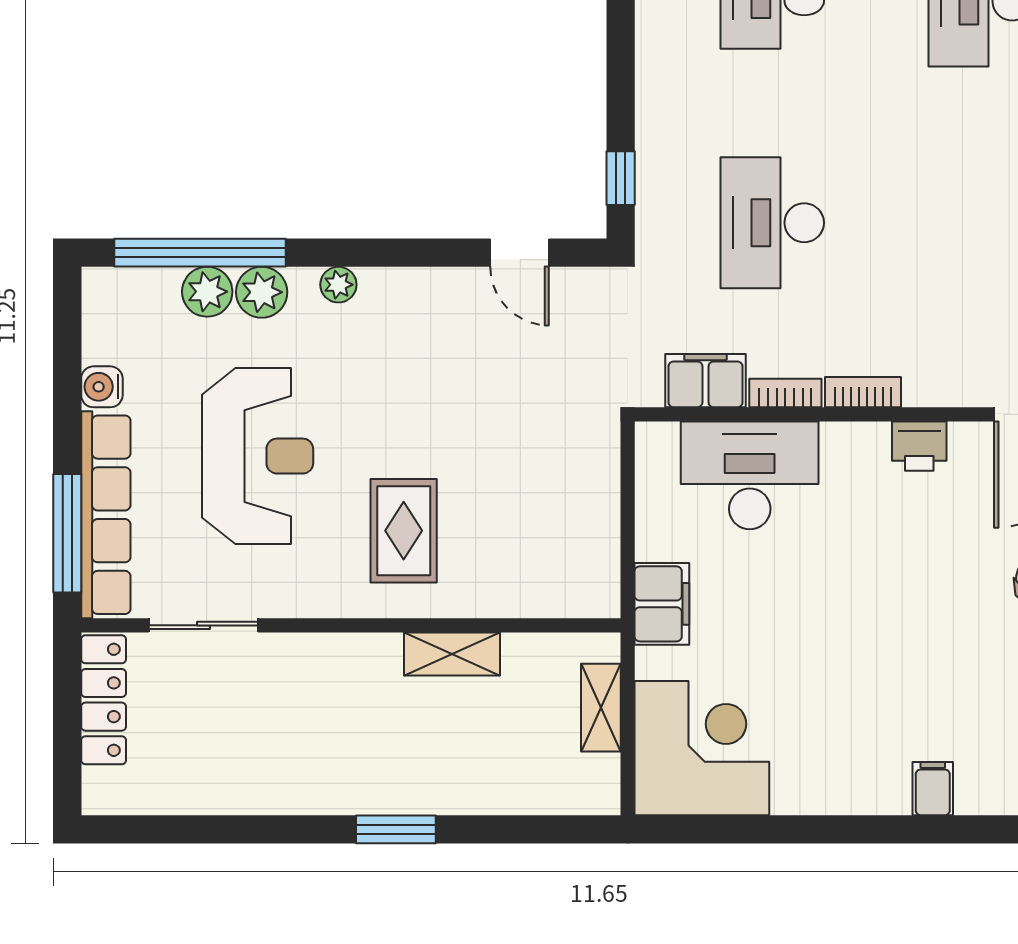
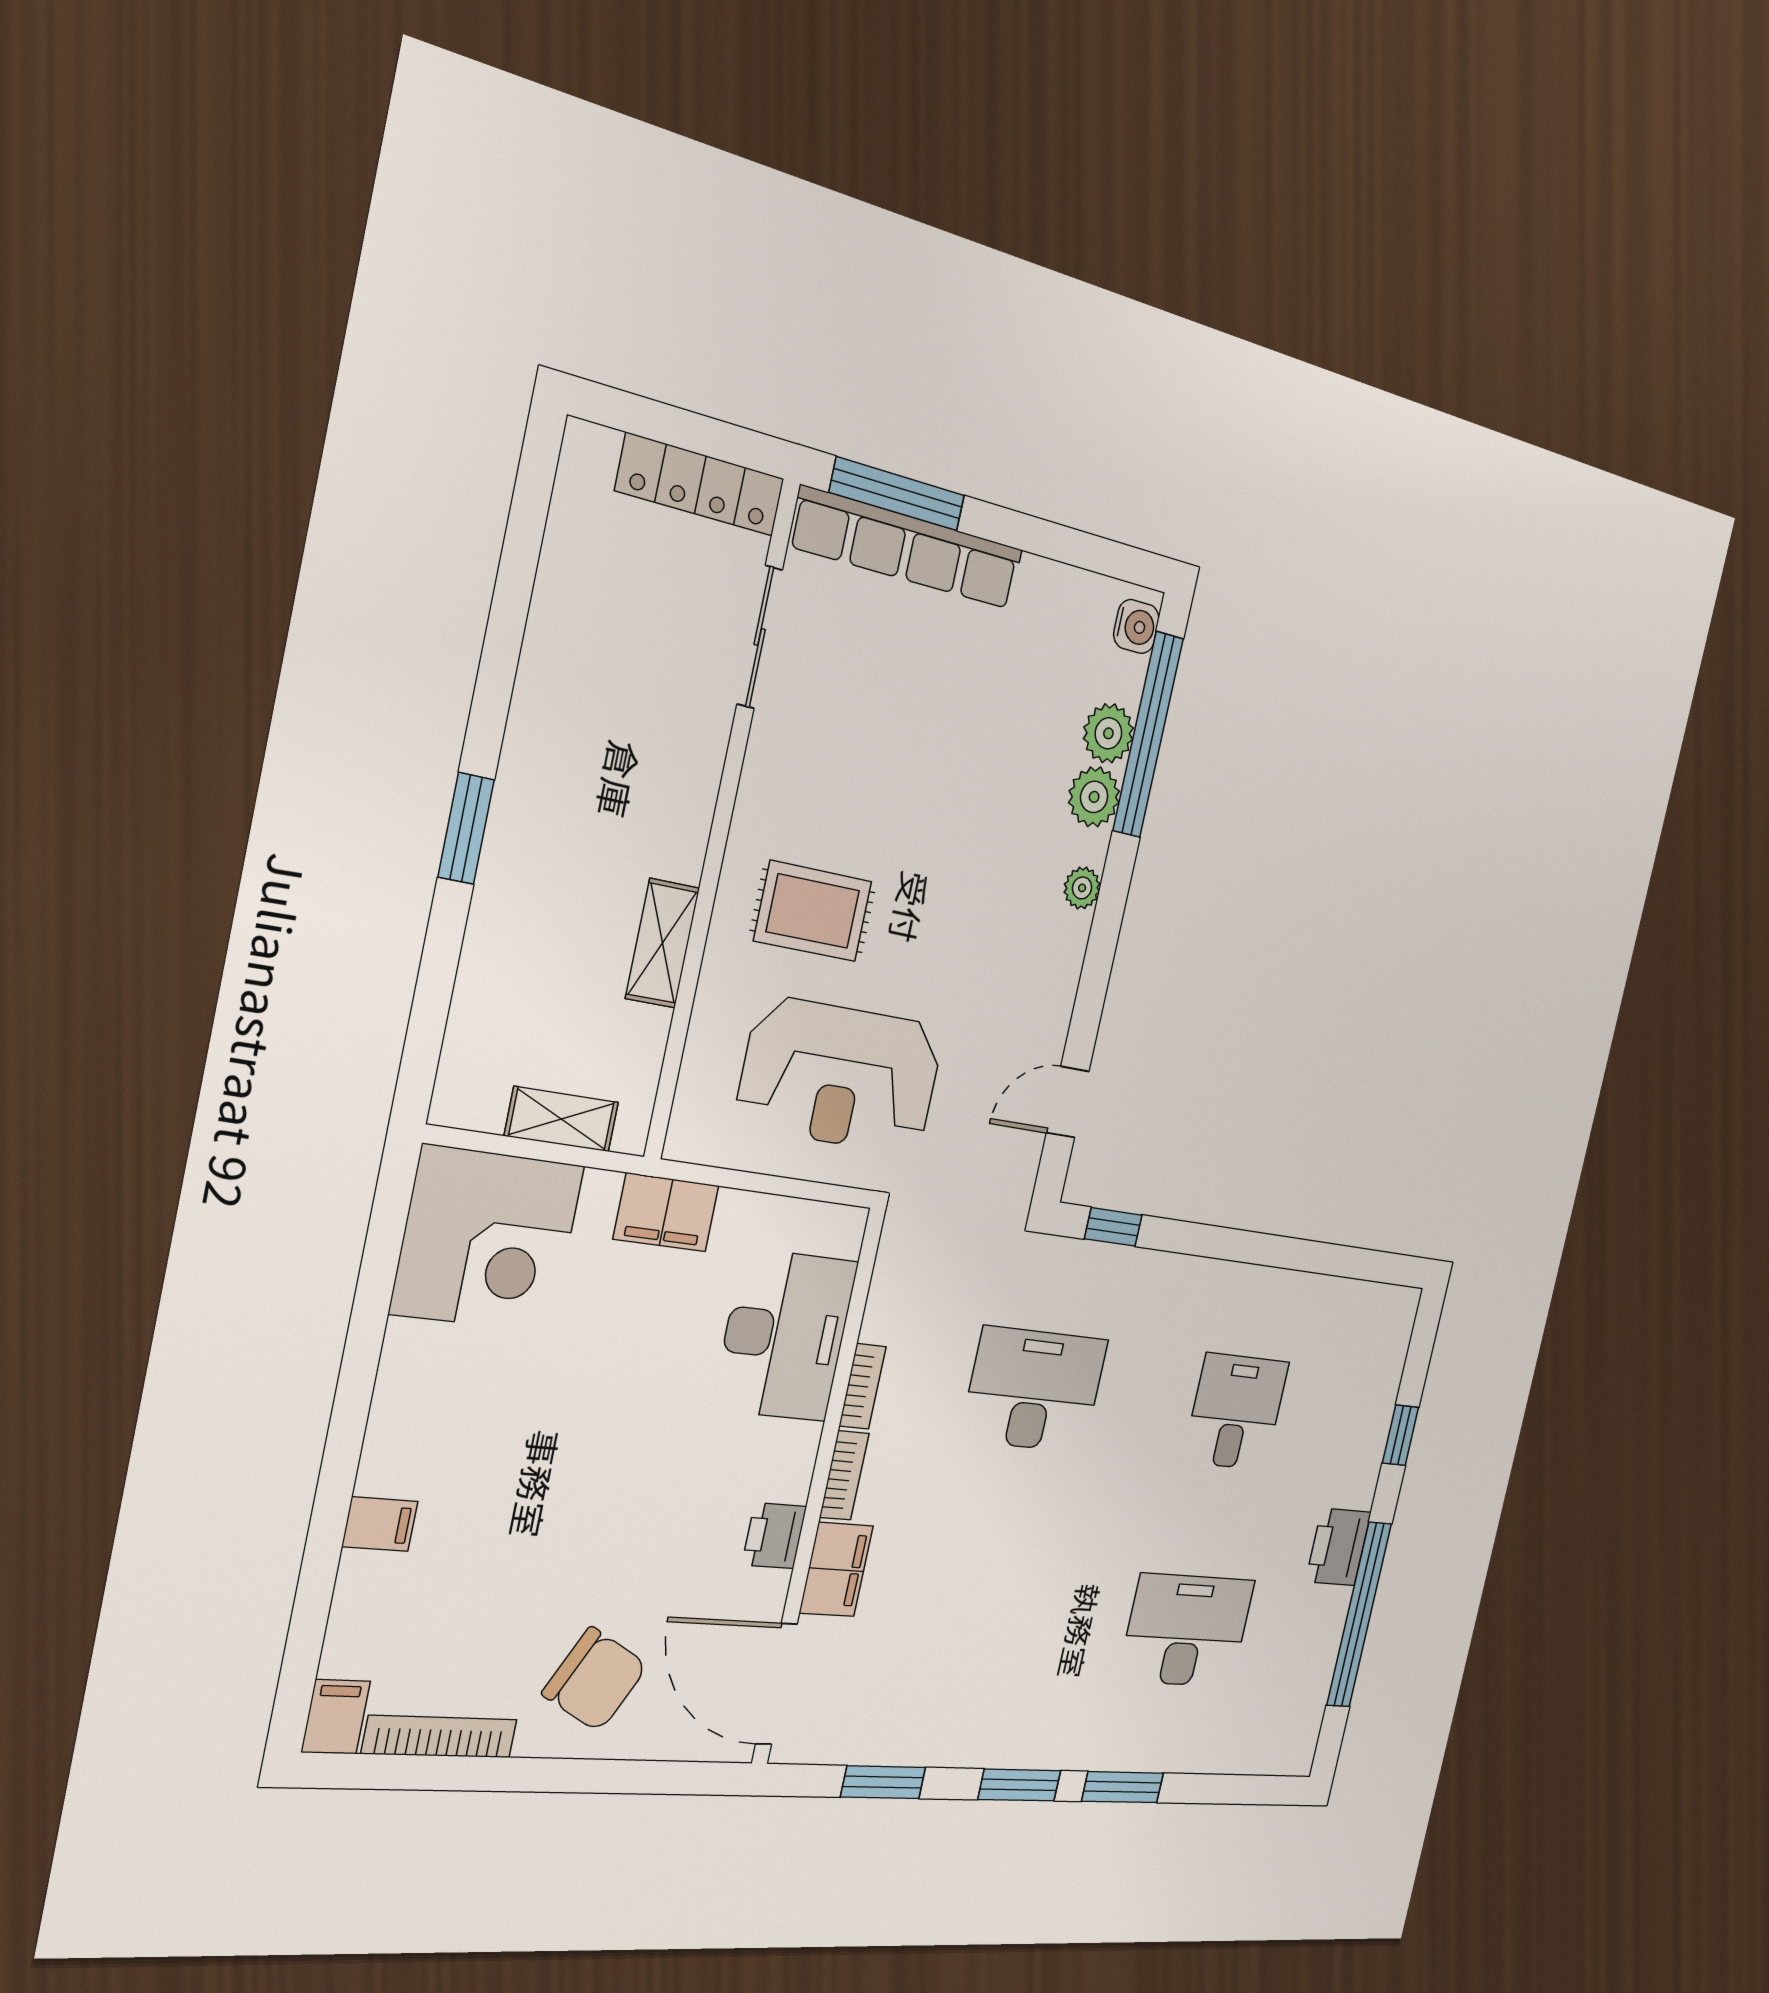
filing cabinet: (705, 381) -> (836, 1569), moved
water cooler: (102, 387) -> (1136, 626), moved, turned 90
reception desk: (258, 456) -> (840, 1076), moved

